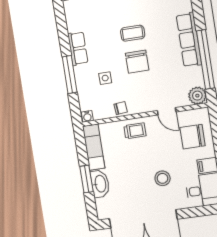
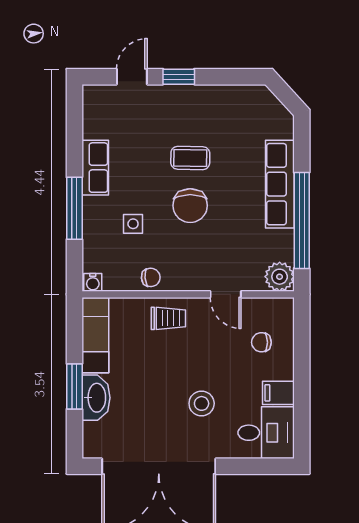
chair: (193, 137) -> (261, 342), width x0.54, depth x0.54

